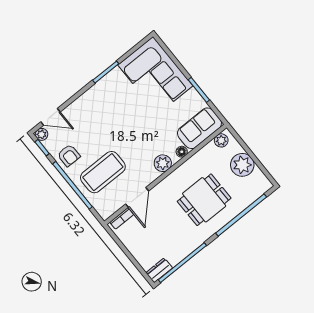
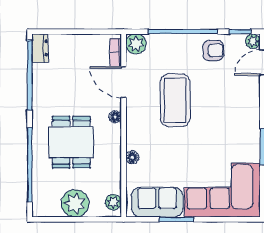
sofa: (199, 128) -> (157, 202), moved, turned -90
armchair: (69, 155) -> (213, 51), turned 180
plant: (163, 163) -> (136, 44), moved
coffee table: (103, 172) -> (175, 100), moved
floor lamp: (164, 184) -> (115, 117), added

